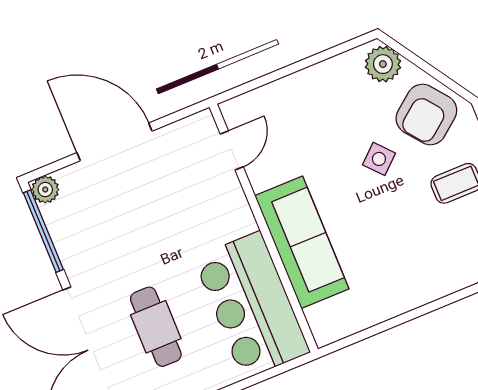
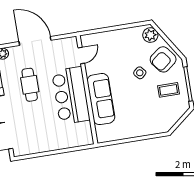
bar counter: (252, 305) -> (71, 96), moved
cafe table: (156, 327) -> (30, 85), moved

